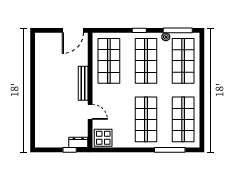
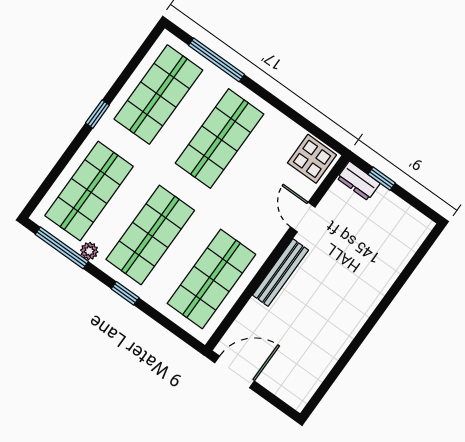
window: (202, 94) -> (97, 114), added

